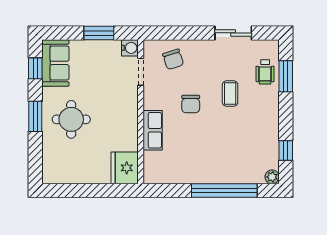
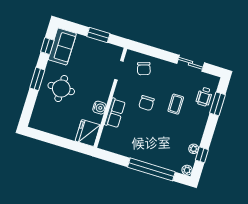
water cooler: (130, 48) -> (99, 108), moved
plant: (272, 146) -> (194, 149), added

